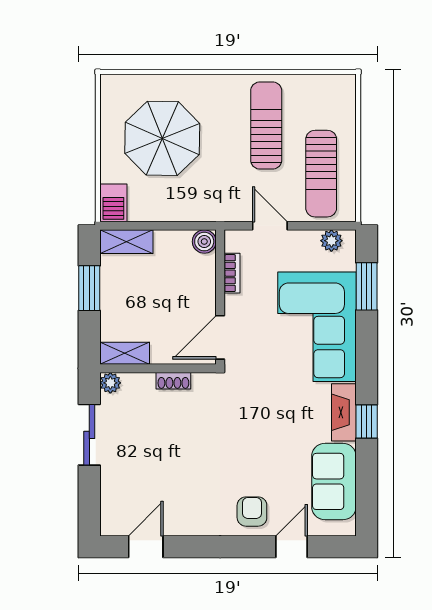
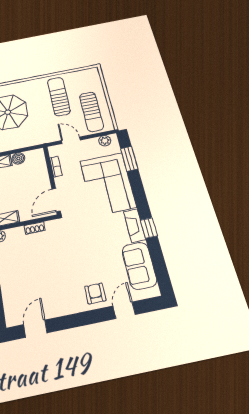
boiler: (204, 242) -> (18, 158), moved

